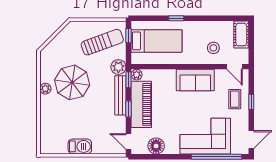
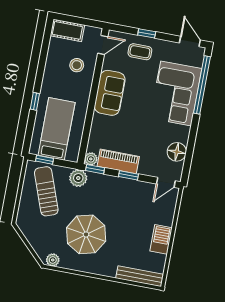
plant: (45, 89) -> (53, 260), moved
bench: (120, 95) -> (140, 276), moved
piano: (141, 104) -> (118, 161), width x0.73, depth x0.75

